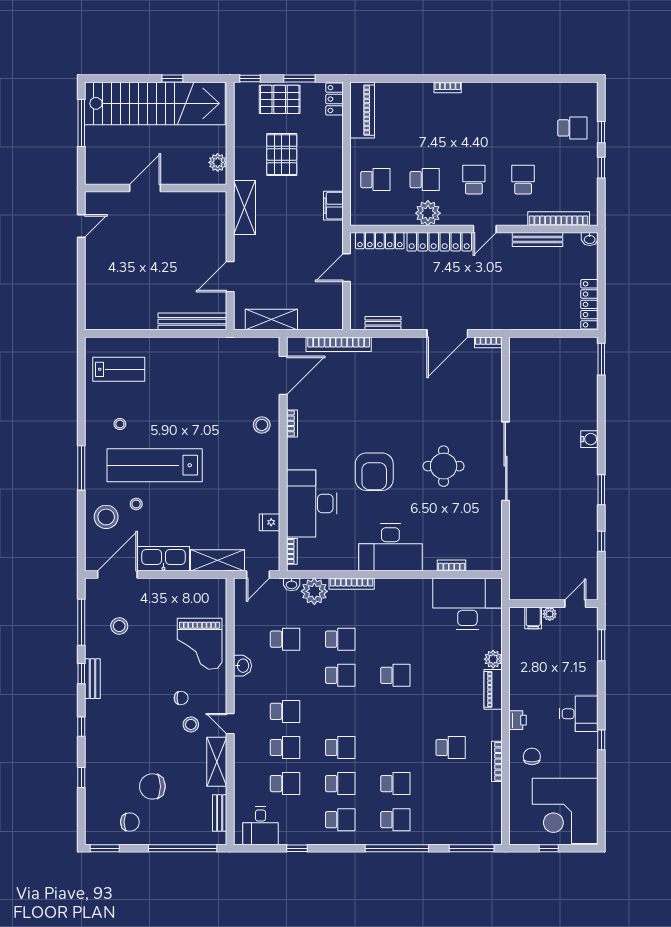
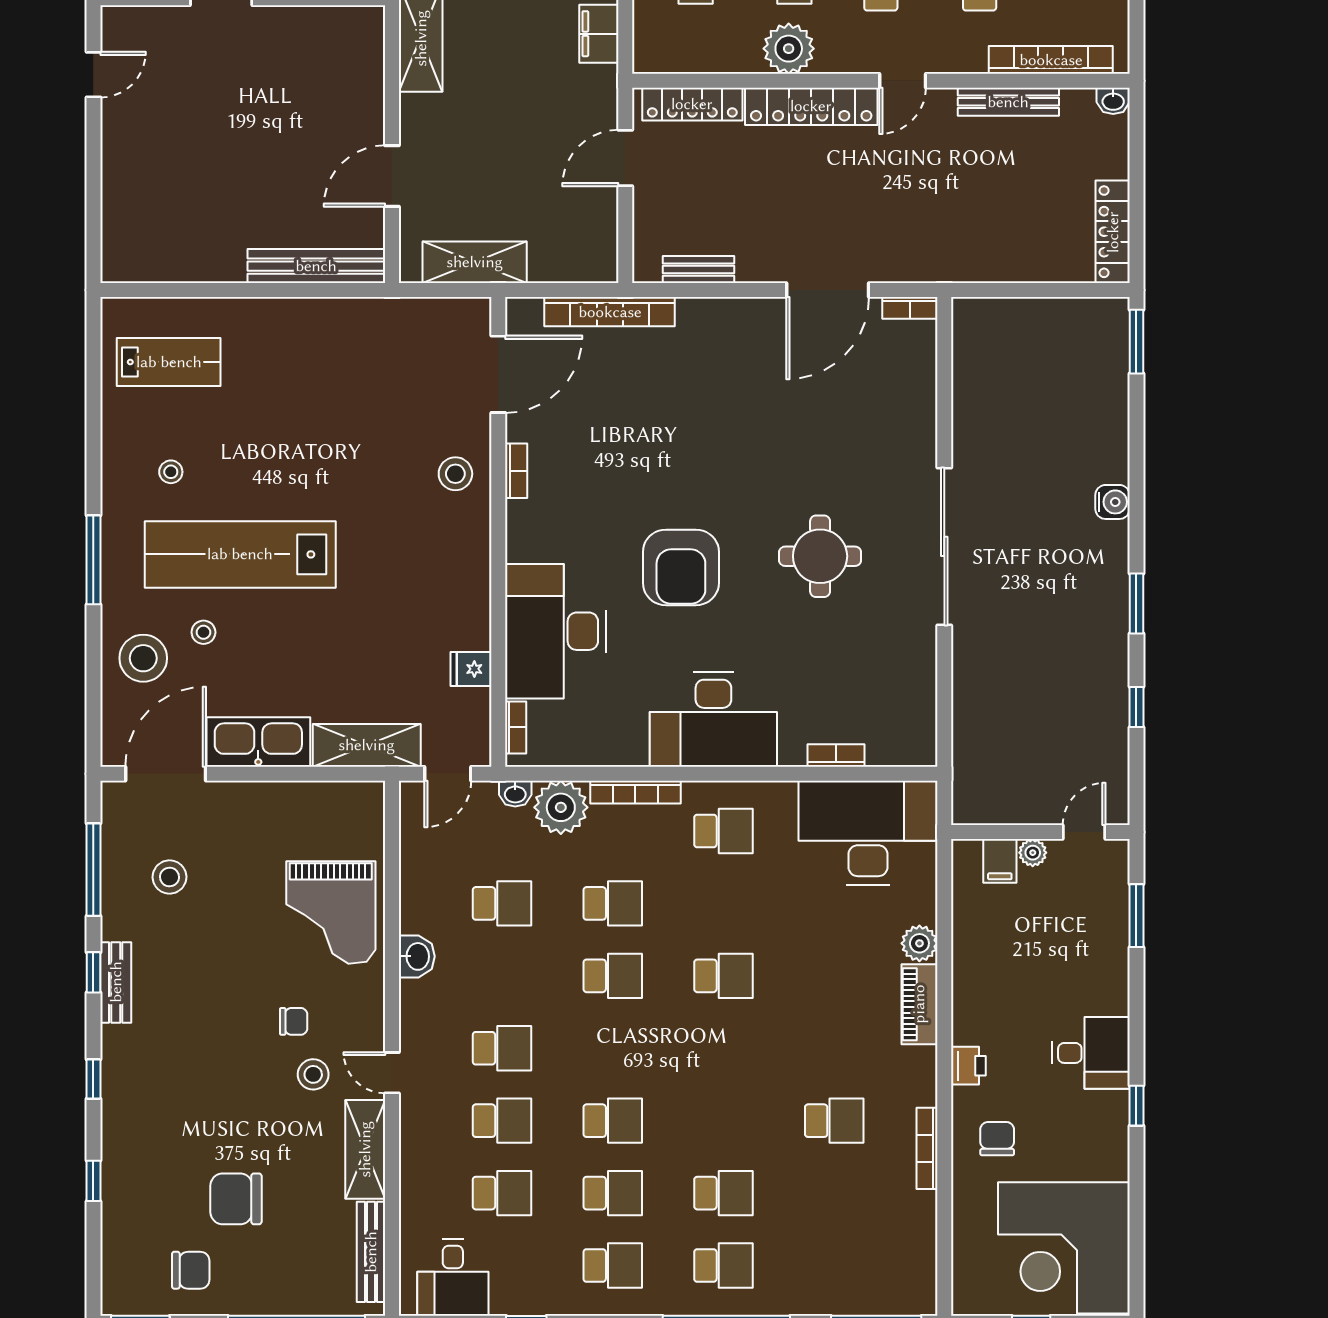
school desk: (395, 603) -> (723, 831), added
bench: (220, 813) -> (371, 1252), width x1.36

